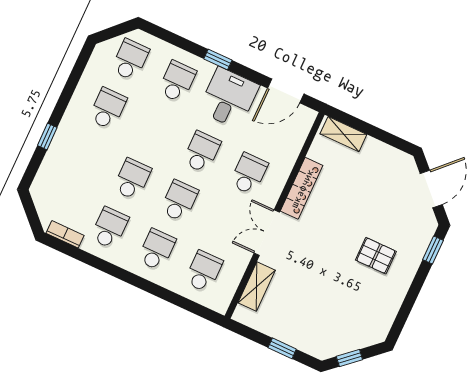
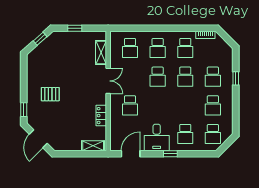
school desk: (202, 152) -> (213, 77), moved
locker: (302, 188) -> (101, 116), width x0.66

